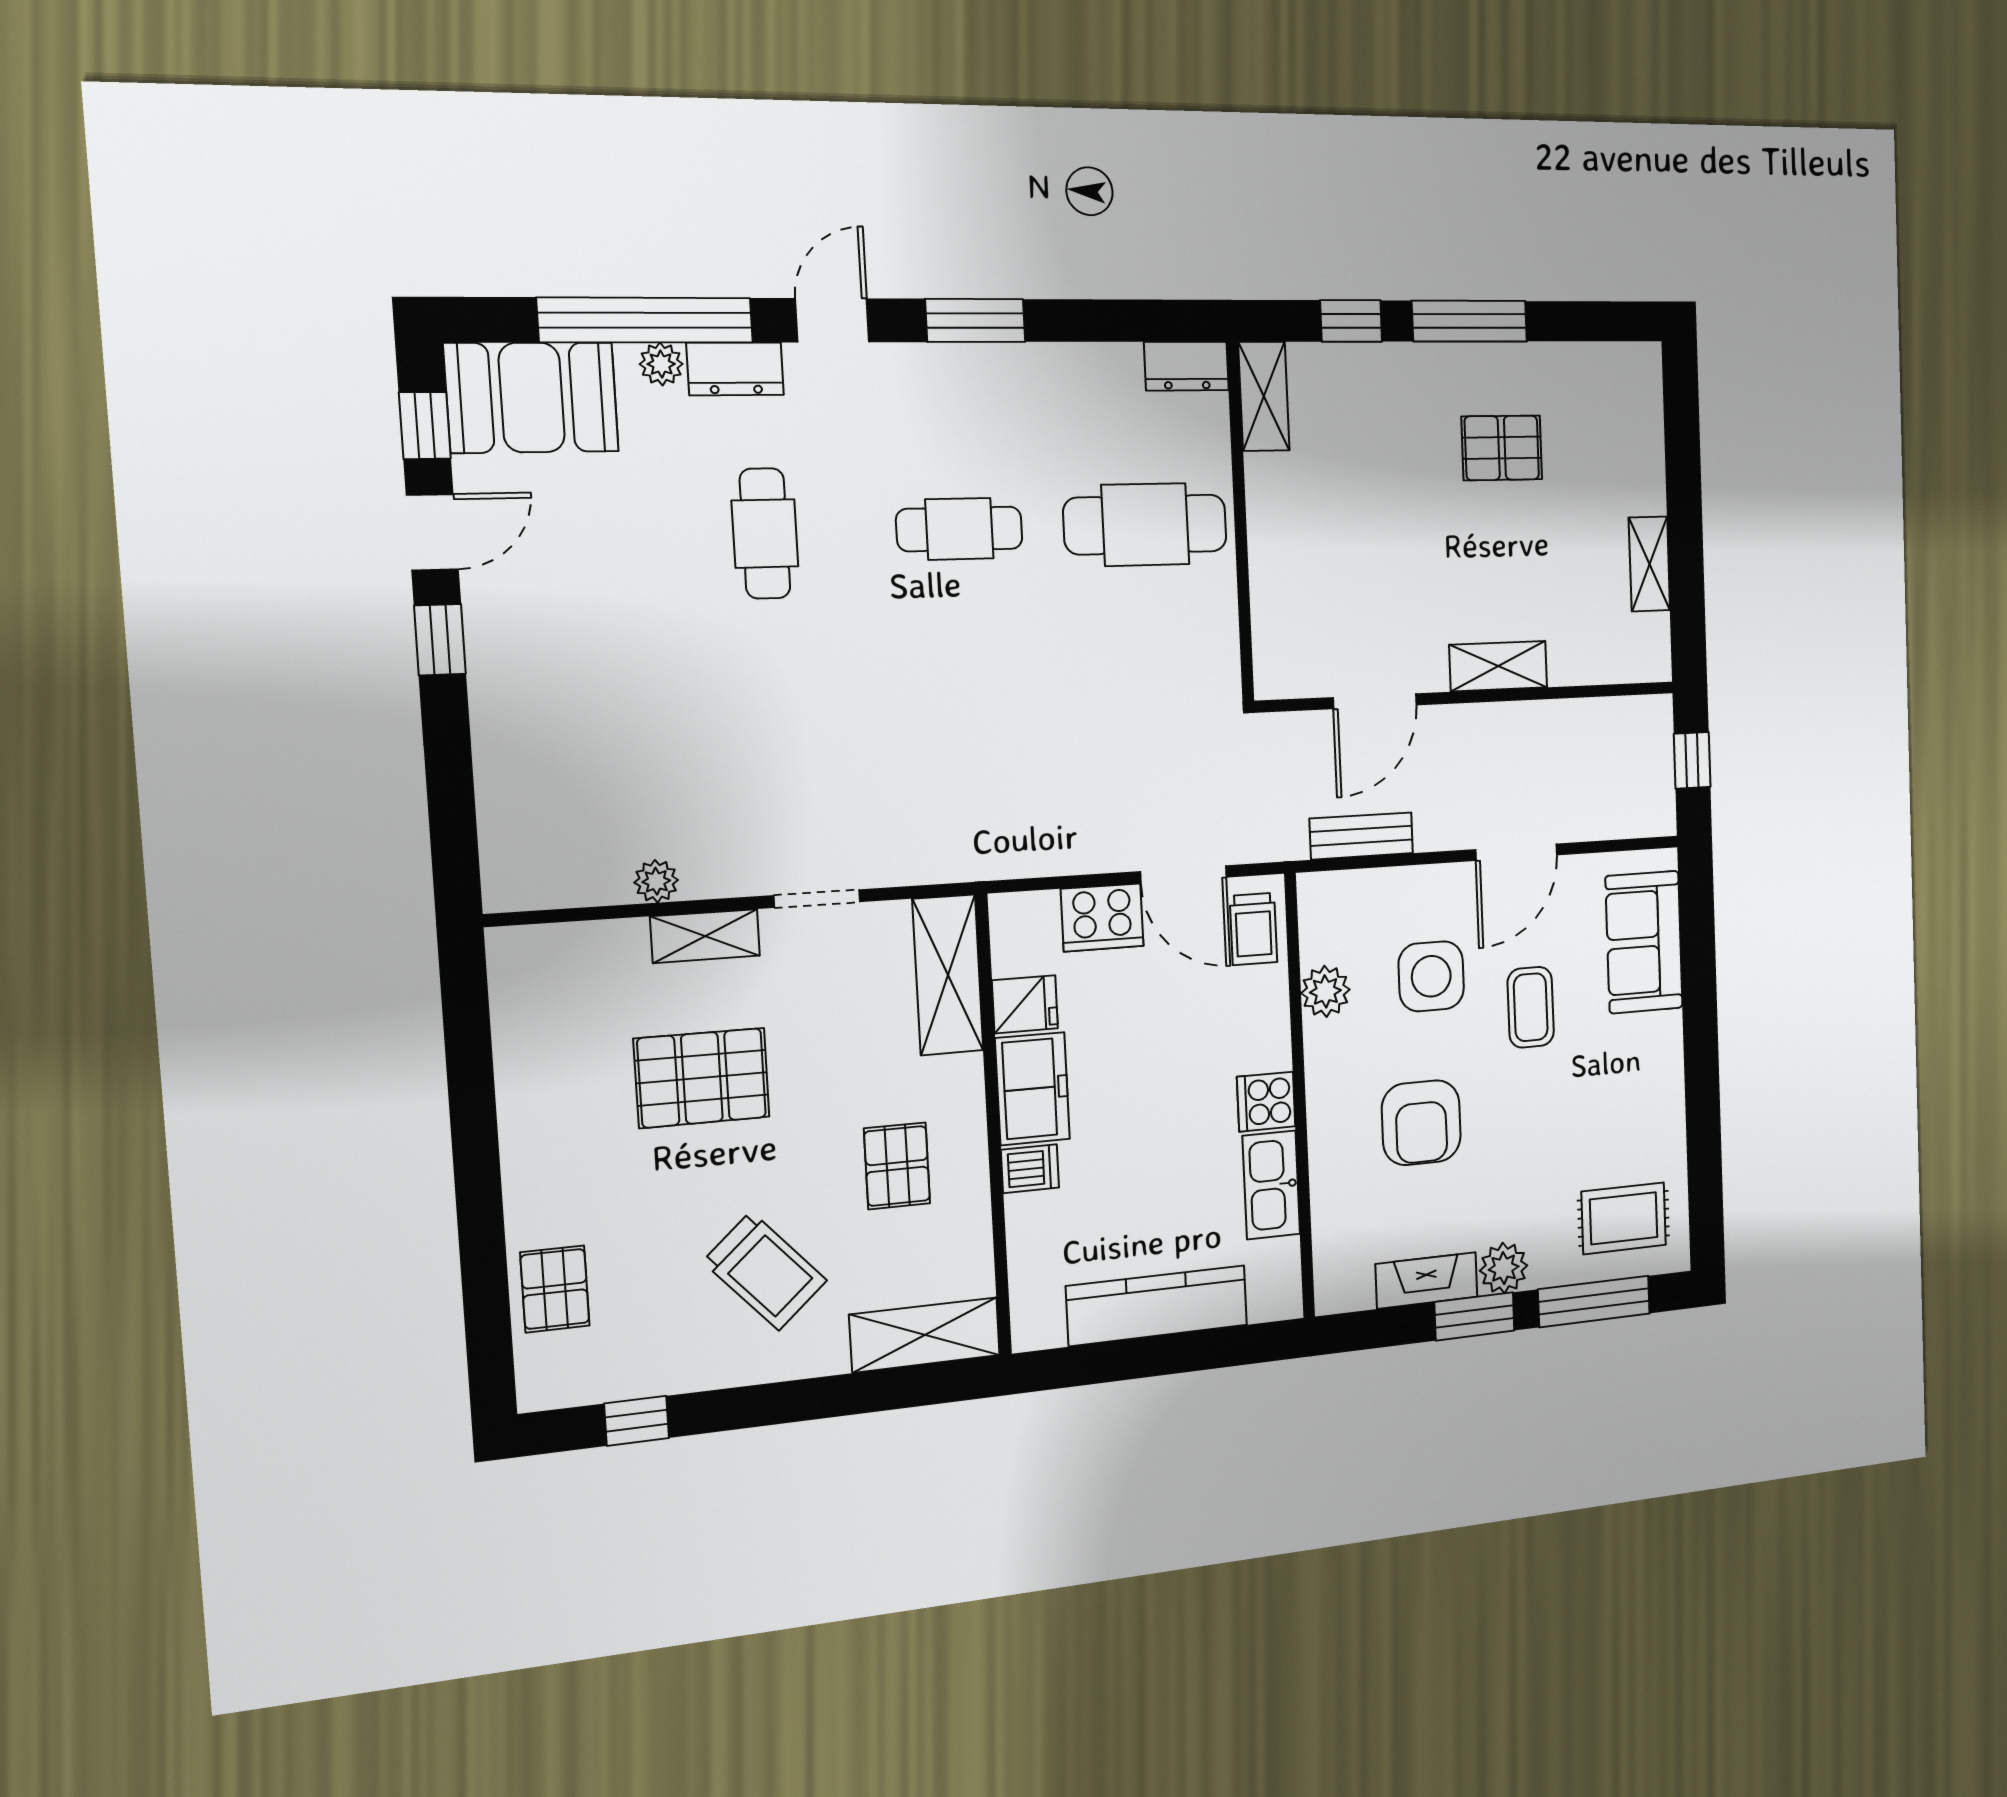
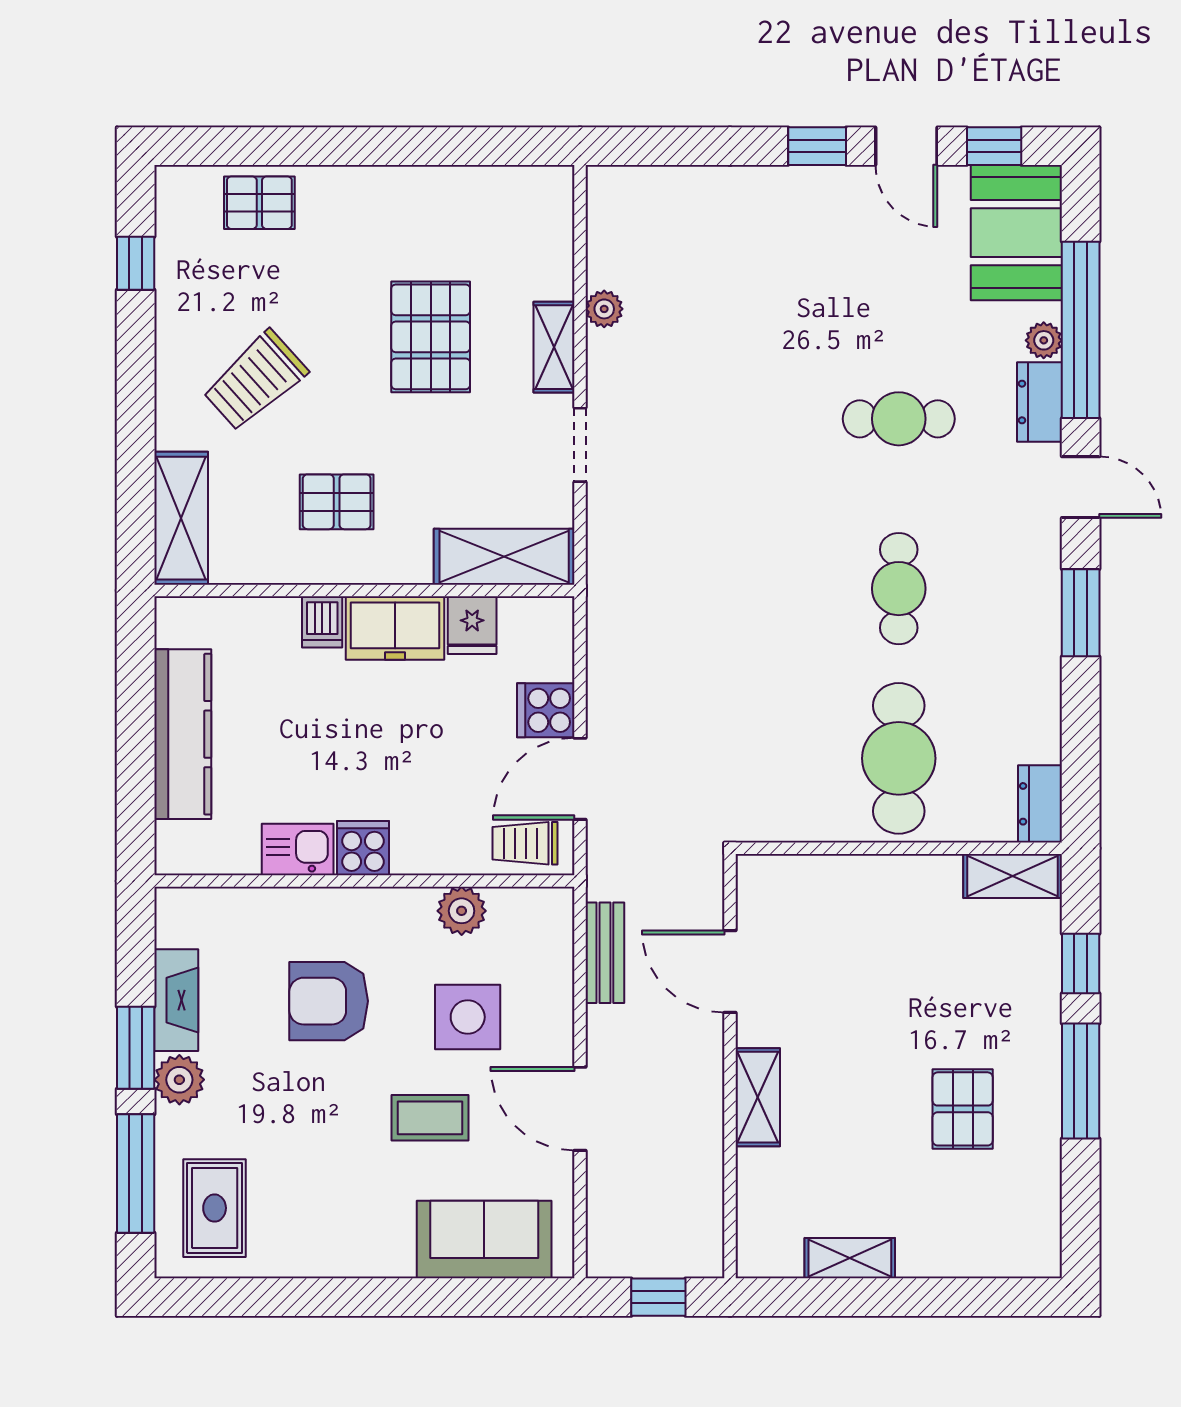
cooker: (1102, 917) -> (546, 710), width x0.73
kitchen sink: (1271, 1185) -> (298, 849), width x0.73

